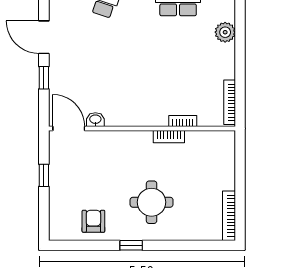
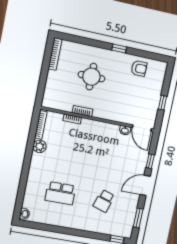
plant: (225, 32) -> (40, 146), moved
door: (44, 37) -> (145, 185), swing flipped
round table: (152, 202) -> (91, 77), moved
armchair: (93, 221) -> (139, 68), turned -90

